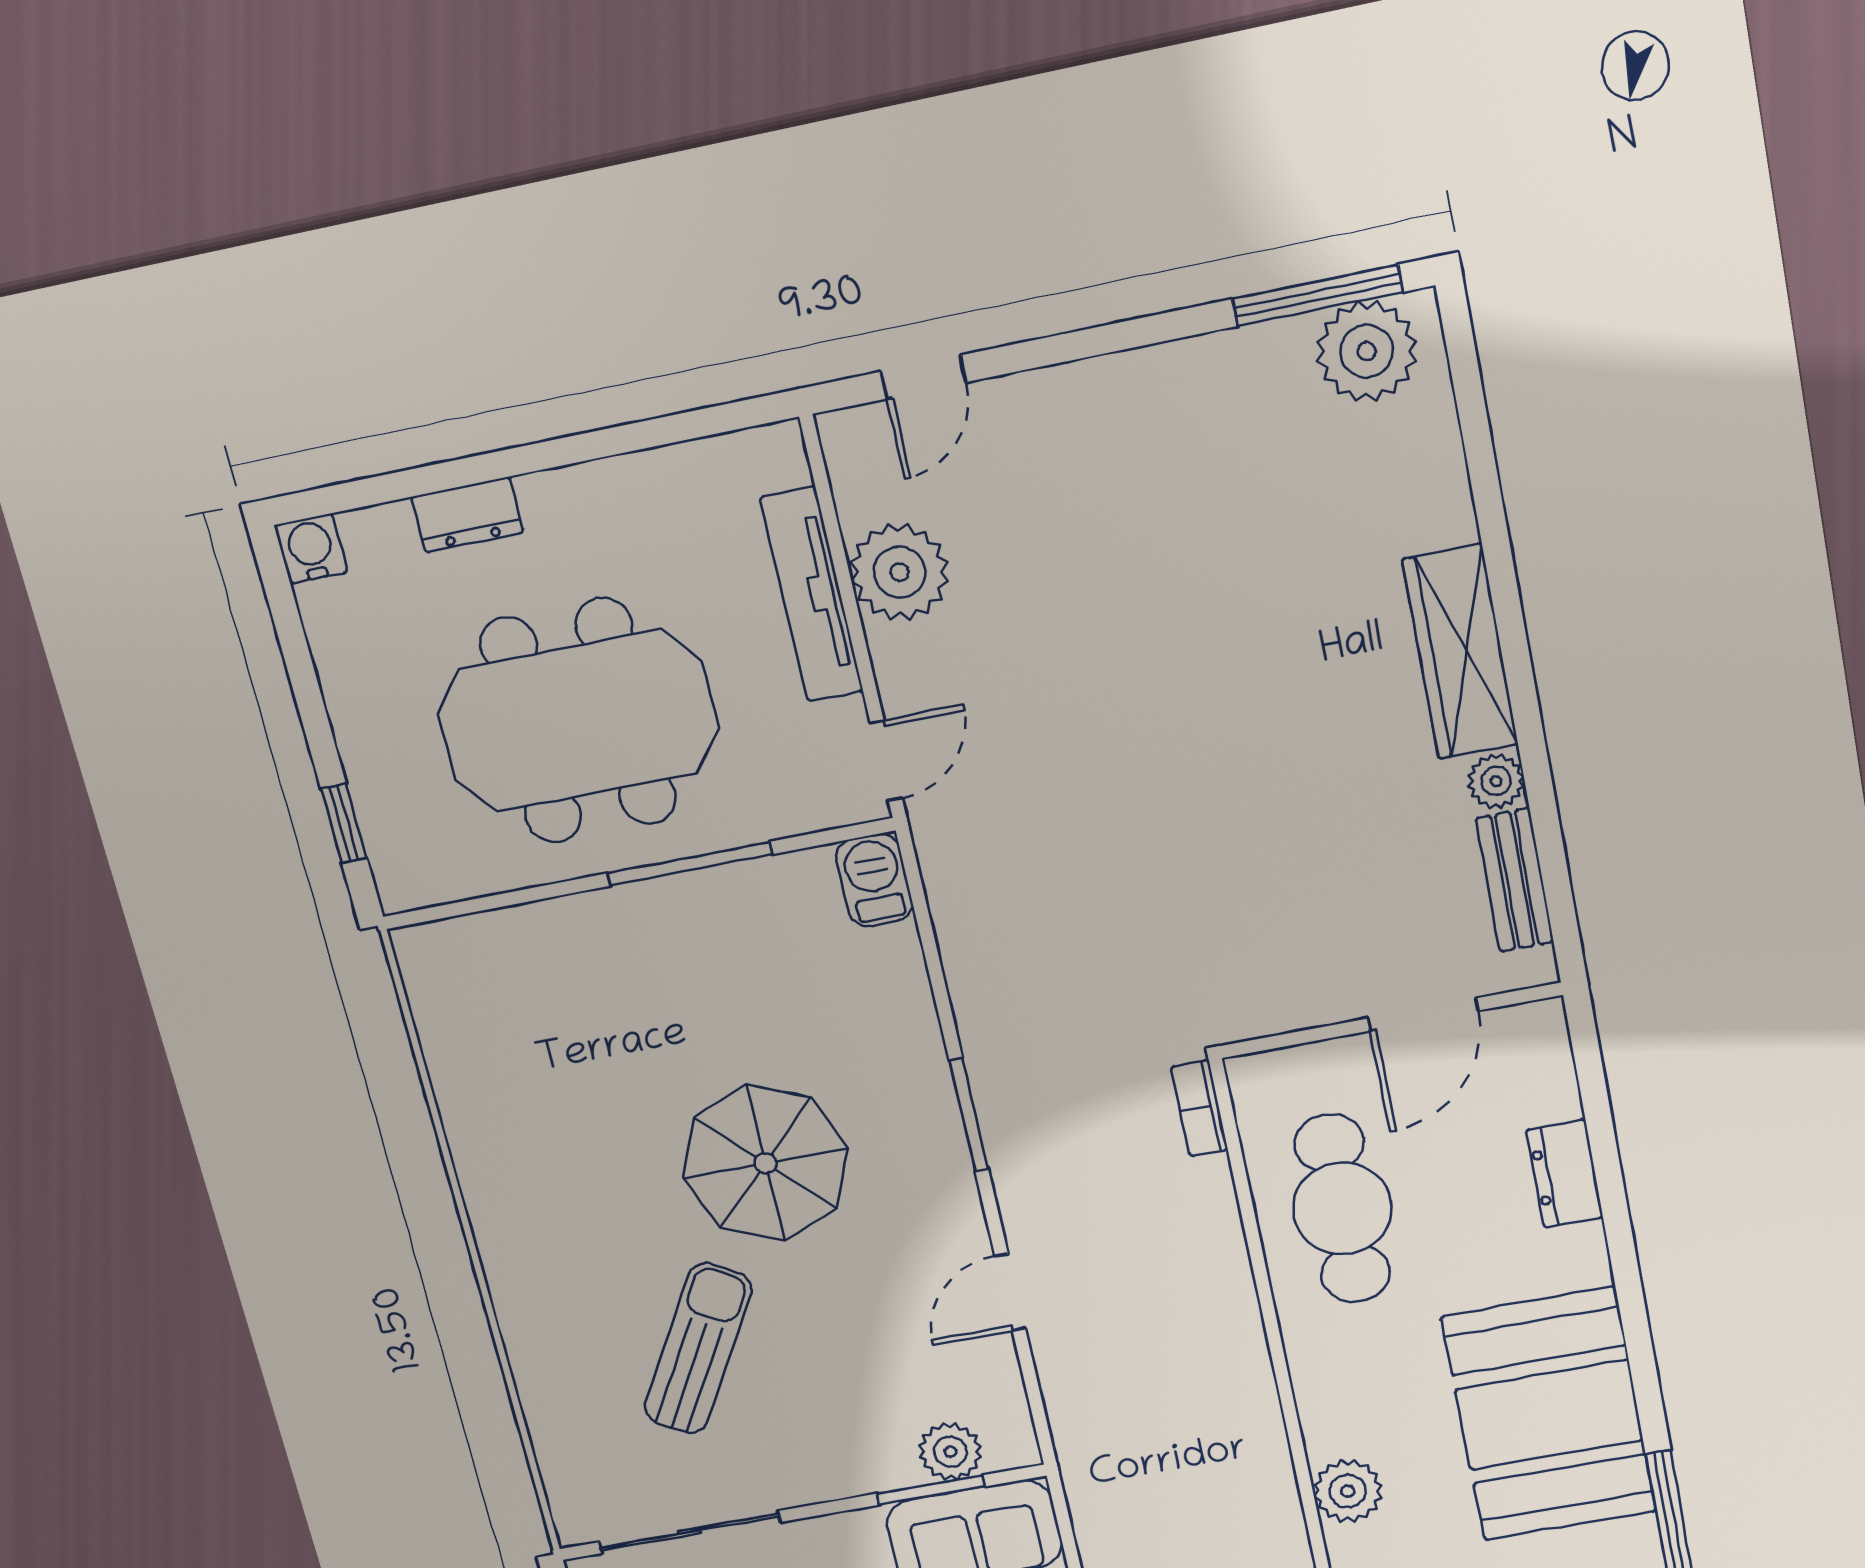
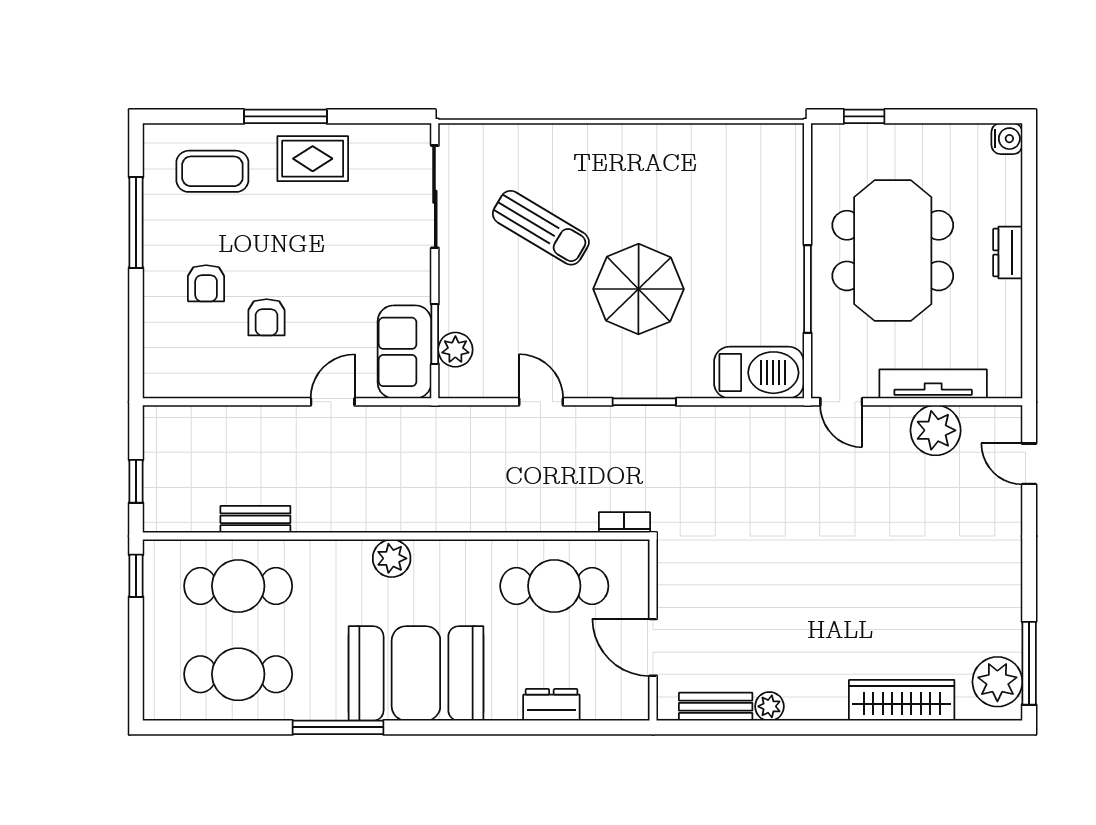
dresser: (467, 515) -> (1008, 252), moved
wardrobe: (1460, 652) -> (902, 700), moved
barbecue: (874, 880) -> (759, 373), width x1.88, depth x1.53

